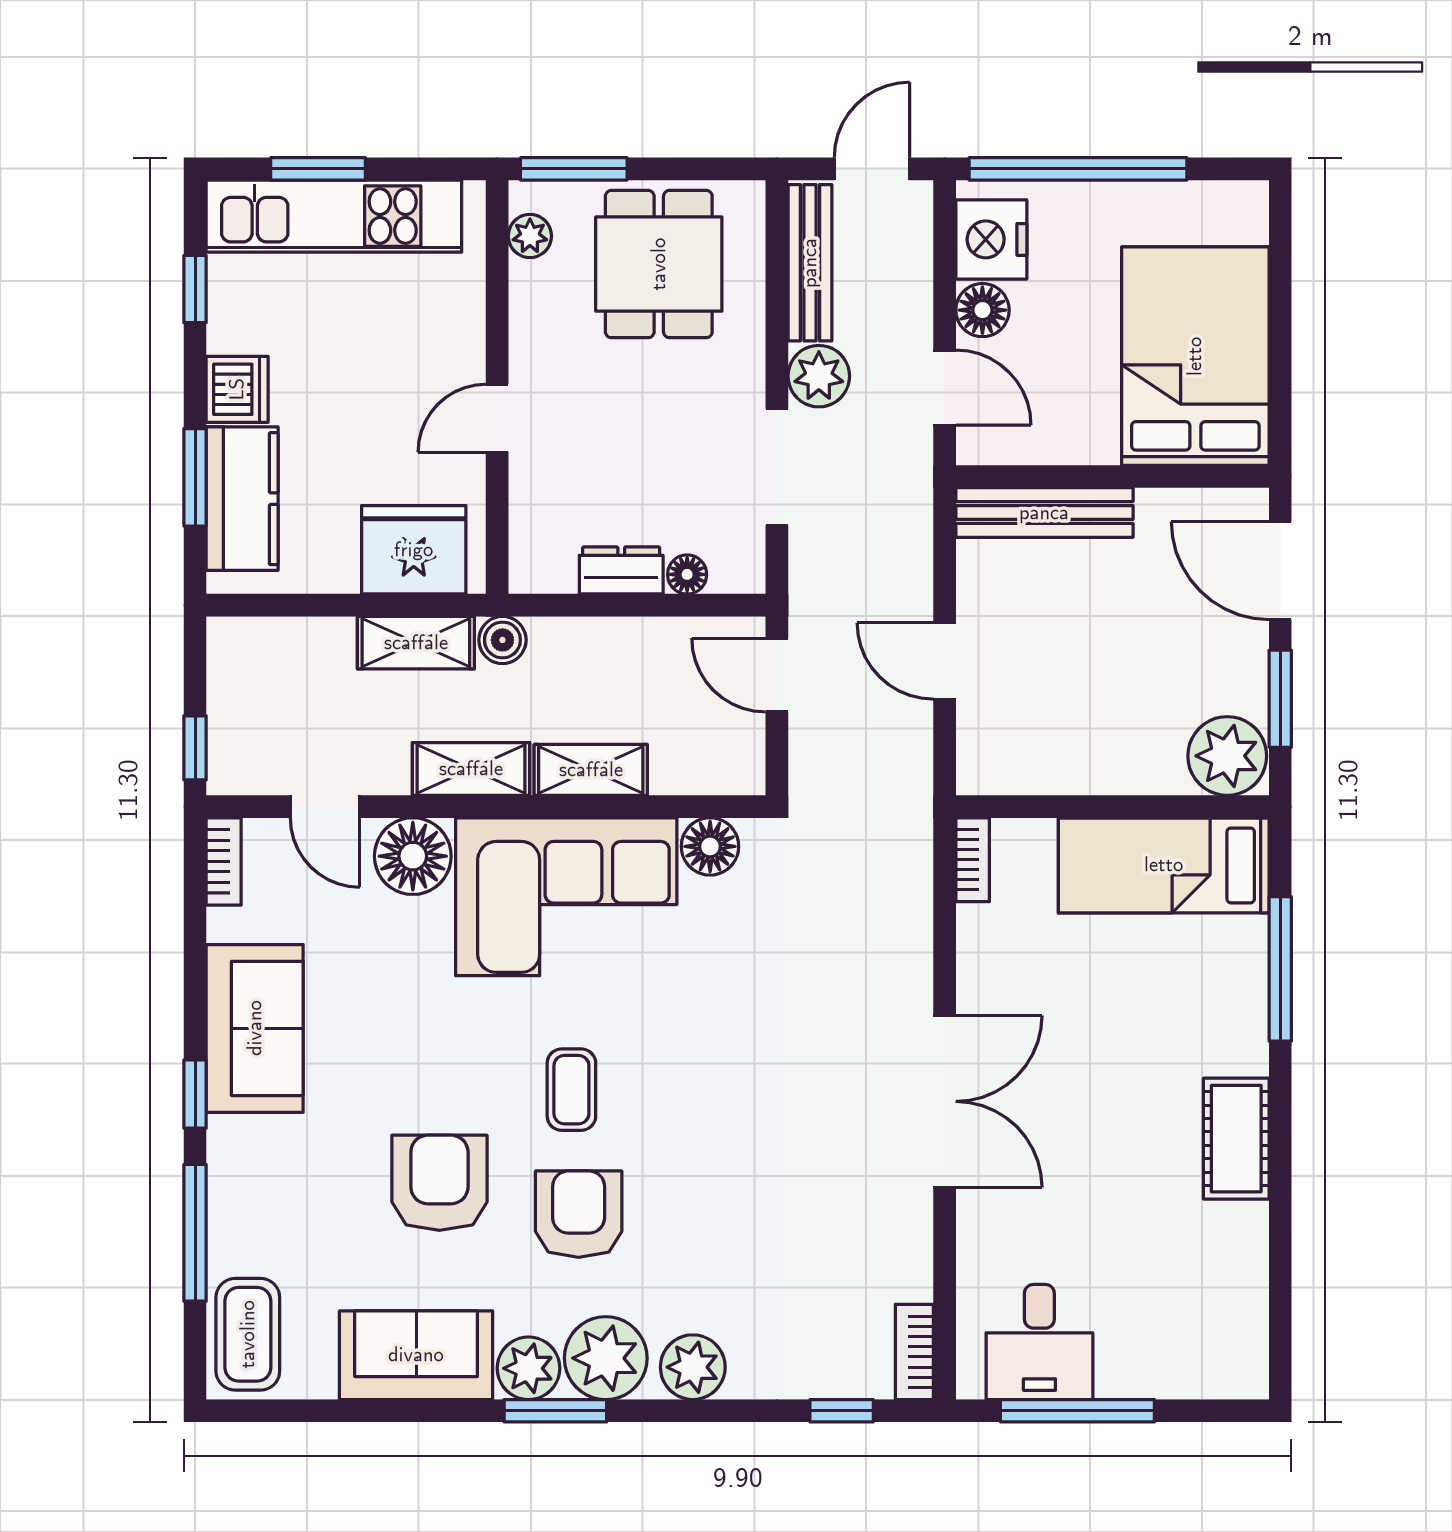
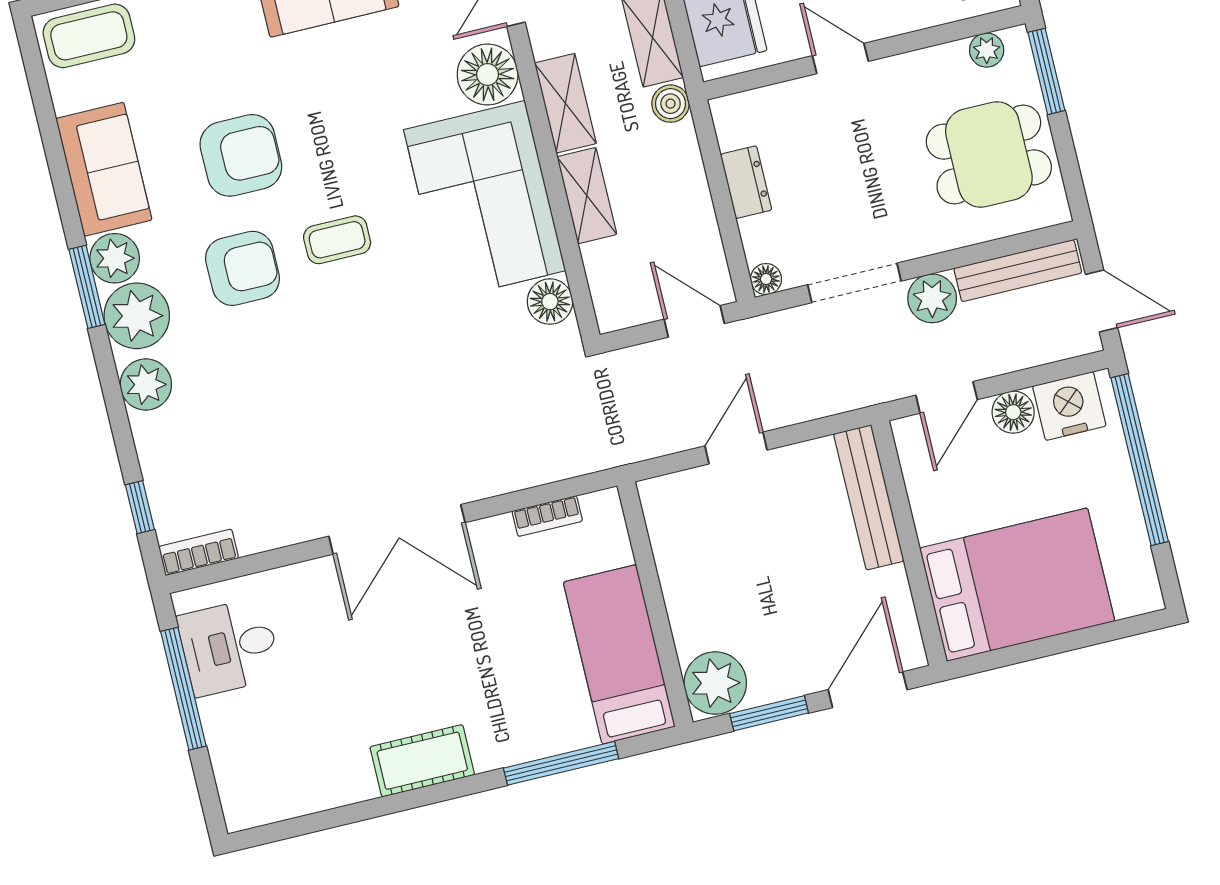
floor lamp: (687, 574) -> (766, 279), moved
door: (777, 675) -> (694, 321), hinge flipped
bookcase: (973, 860) -> (547, 516), moved

